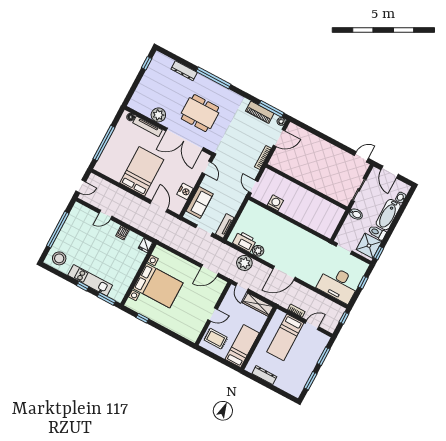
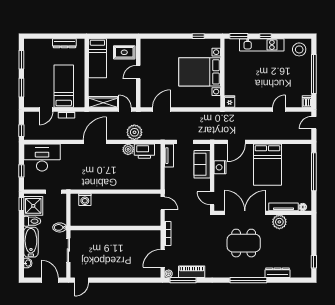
washing machine: (275, 203) -> (85, 200), moved
door: (159, 206) -> (236, 142), hinge flipped
dishwasher: (122, 233) -> (307, 102), moved

